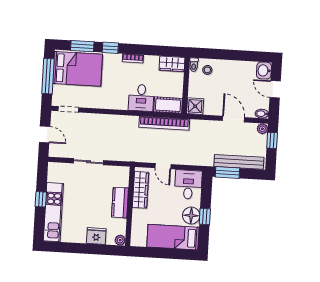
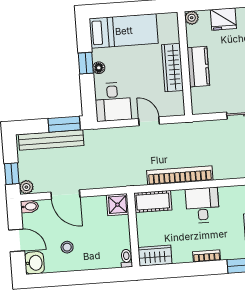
stool: (207, 70) -> (67, 247), moved
desk: (141, 98) -> (202, 205), moved
bookcase: (164, 123) -> (180, 175), moved
wardrobe: (140, 190) -> (173, 68), moved
floor lamp: (191, 215) -> (99, 68), width x0.53, depth x0.53

